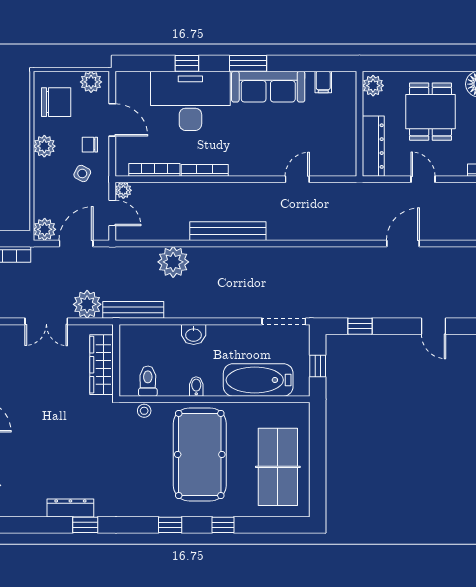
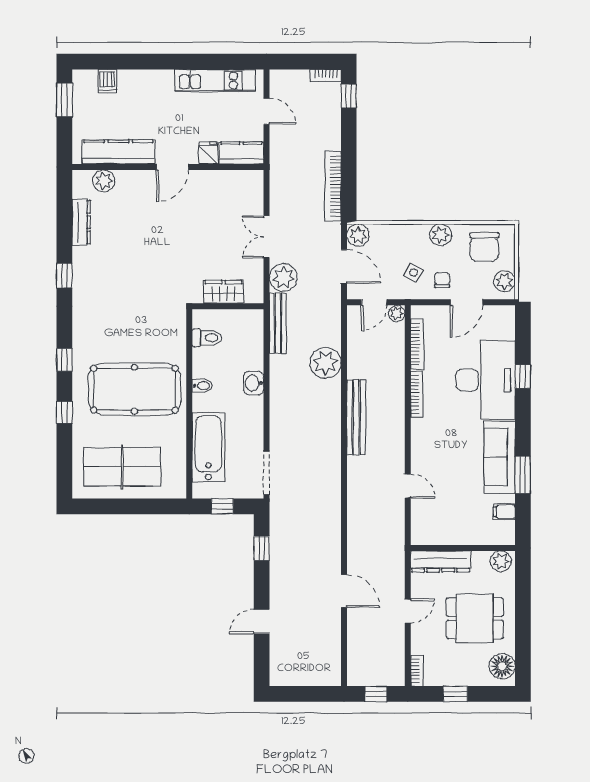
window: (248, 63) -> (523, 475), moved
wardrobe: (102, 365) -> (224, 292), width x0.67
stool: (144, 411) -> (178, 334), removed
dresser: (70, 508) -> (81, 222), moved

